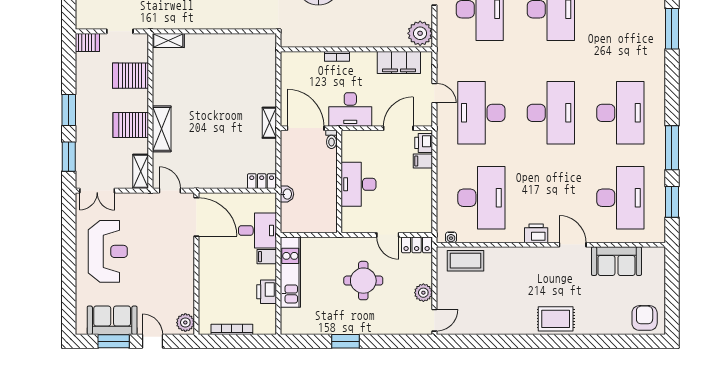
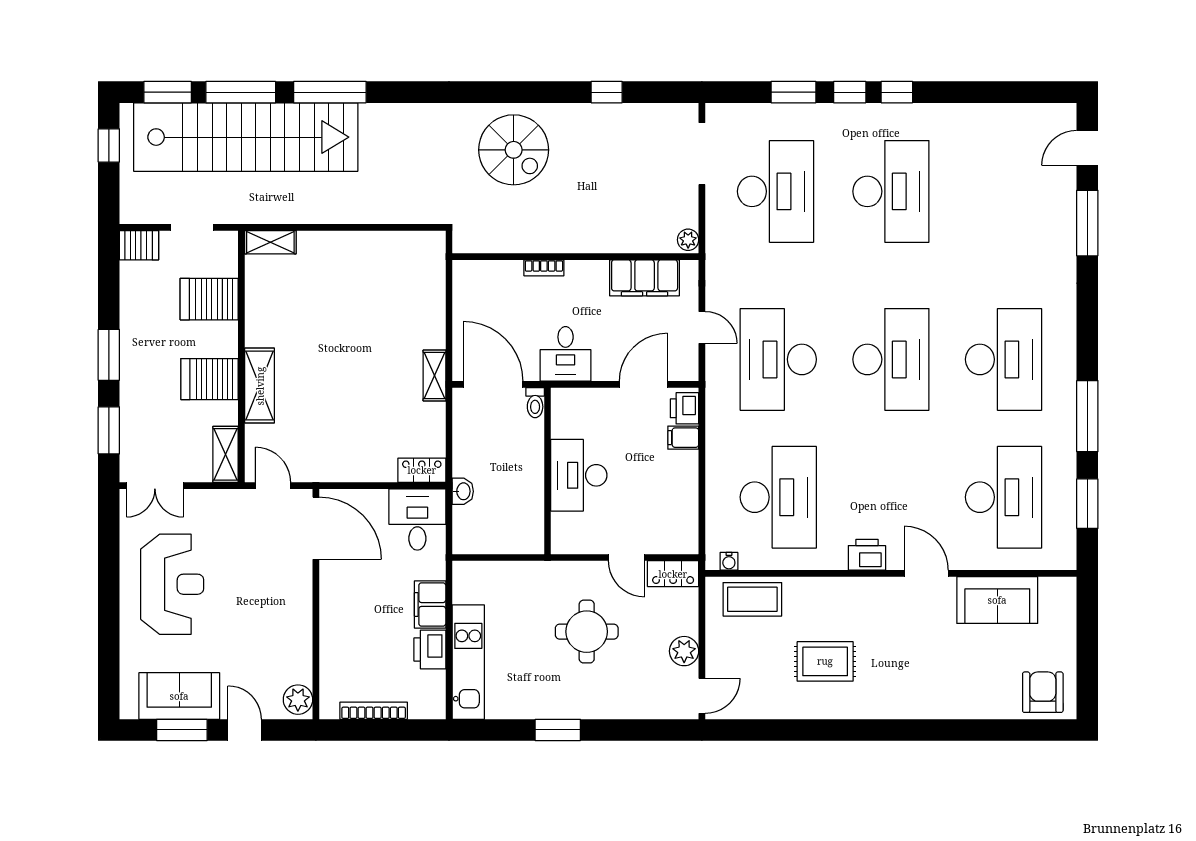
plant: (420, 33) -> (688, 240), width x0.53, depth x0.53
desk: (350, 109) -> (566, 354), width x0.73
desk: (258, 231) -> (417, 519), moved, turned -90
filing cabinet: (267, 257) -> (430, 604), width x2.00
kitchen unit: (290, 272) -> (468, 662), moved
rug: (556, 319) -> (825, 661), moved

